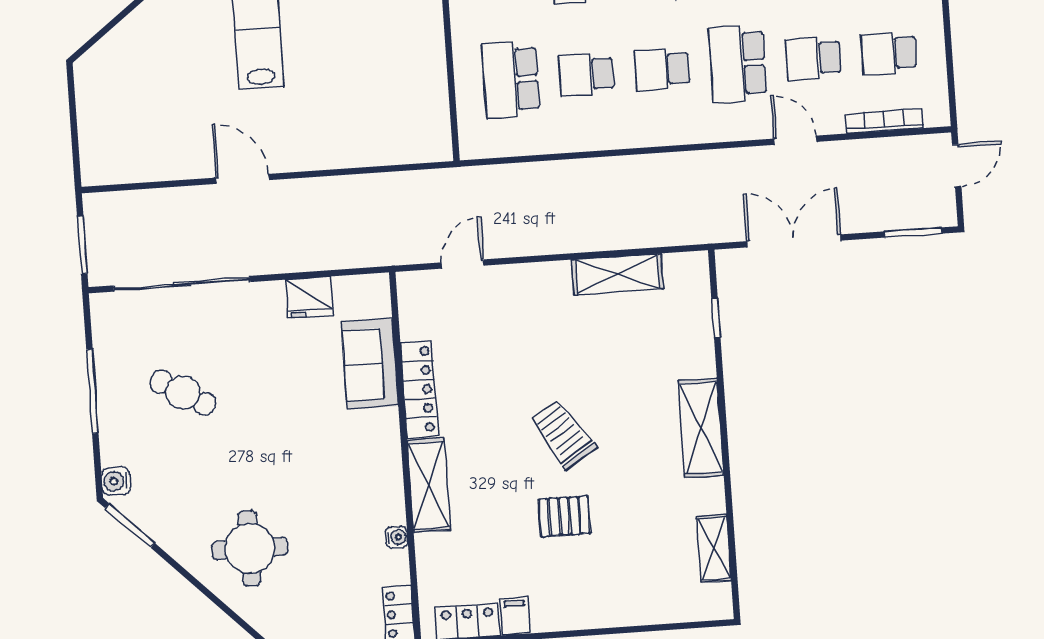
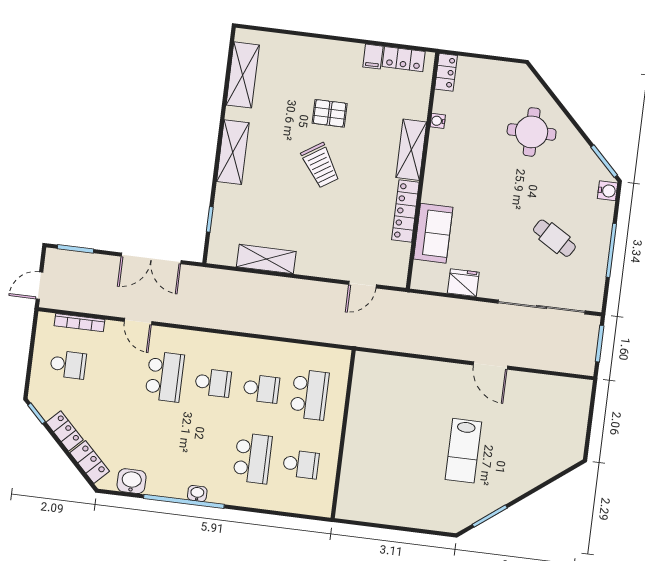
school desk: (813, 59) -> (116, 371), removed
shelving: (714, 549) -> (243, 75), width x1.50, depth x1.33

